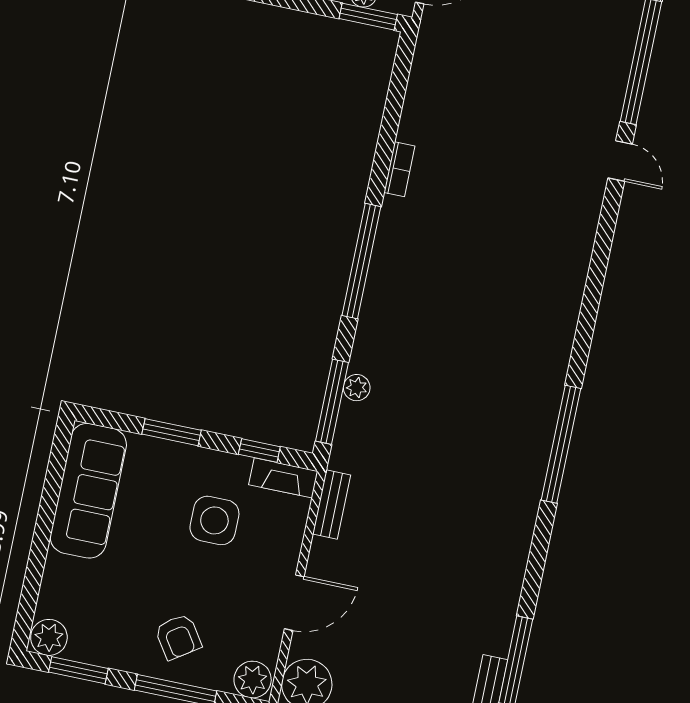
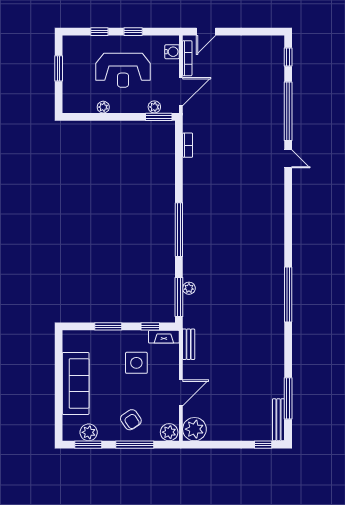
bookcase: (399, 169) -> (188, 145), moved
sofa: (88, 491) -> (76, 383), moved
plant: (49, 637) -> (89, 432), moved

